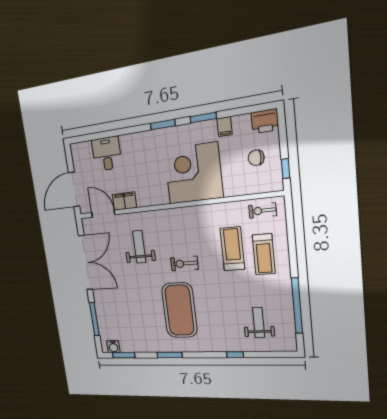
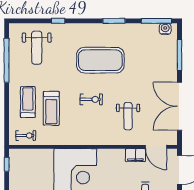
chair: (256, 158) -> (27, 175), removed
exercise mat: (179, 310) -> (100, 60), turned 90
weight bench: (259, 322) -> (37, 48), width x1.36, depth x1.33
window: (124, 355) -> (157, 21), width x1.44

